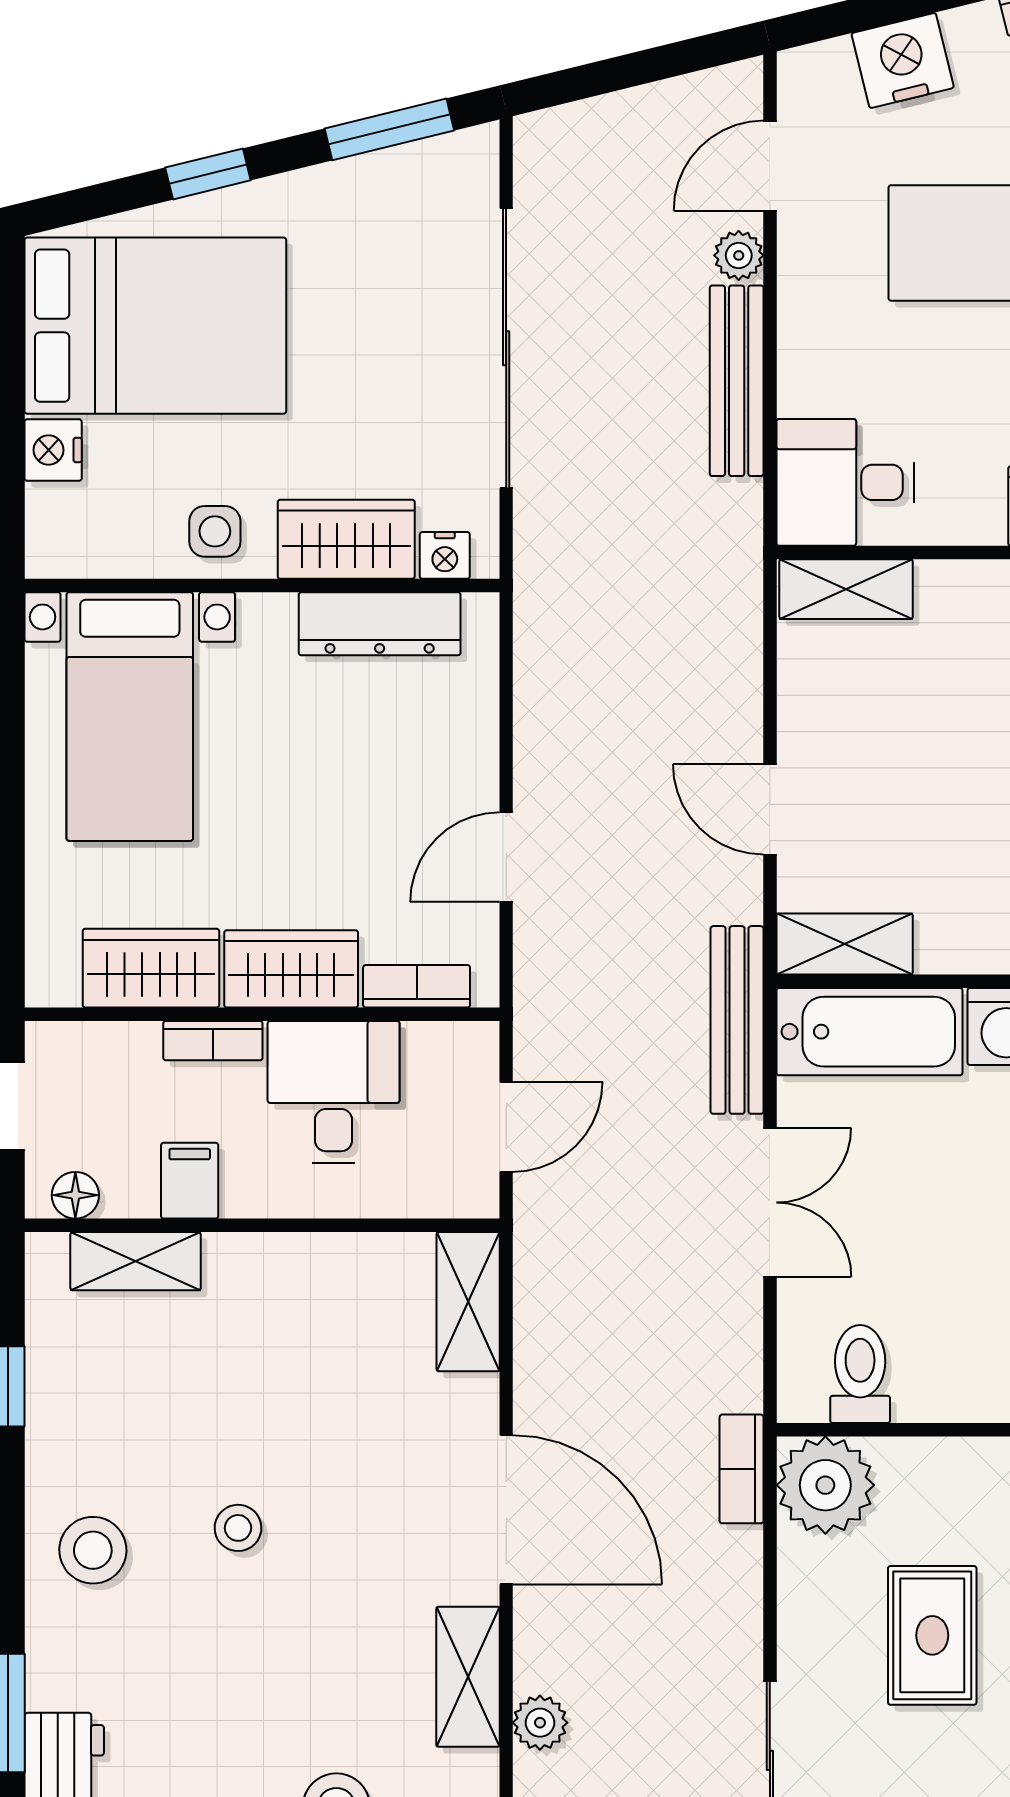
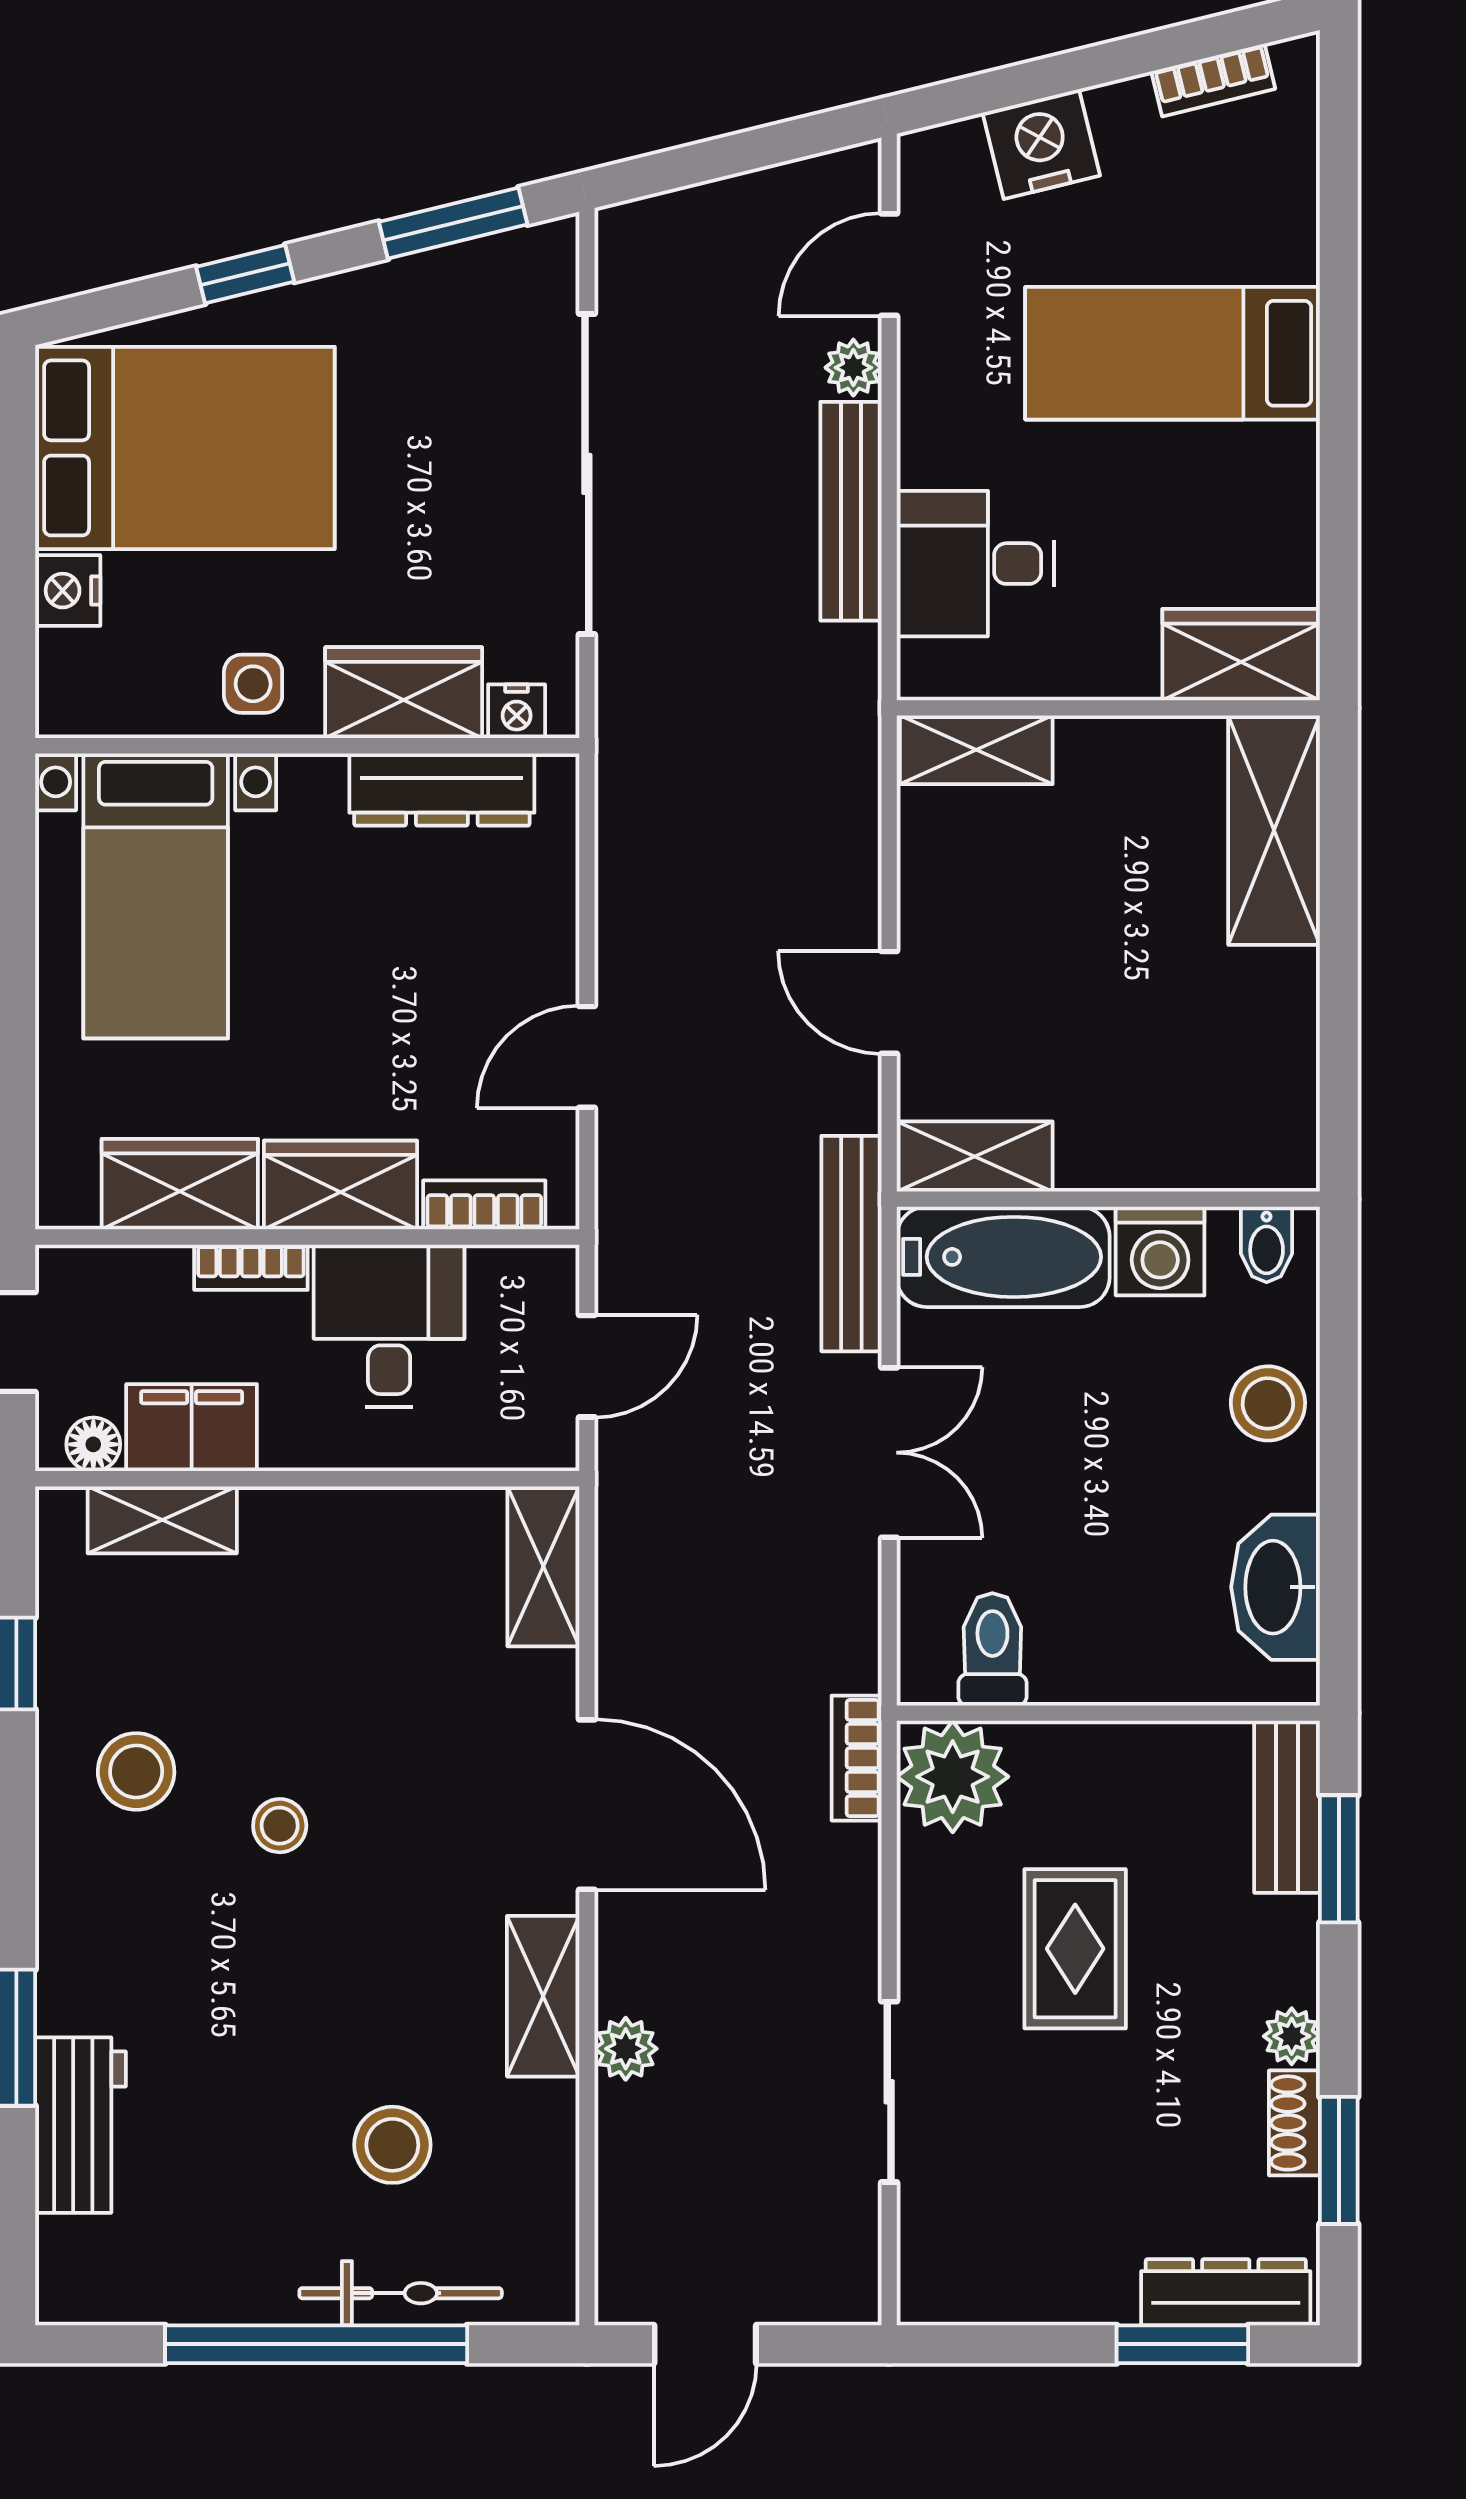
desk: (845, 482) -> (975, 564), moved
filing cabinet: (190, 1181) -> (192, 1428), width x2.00
stool: (93, 1550) -> (136, 1771), moved

